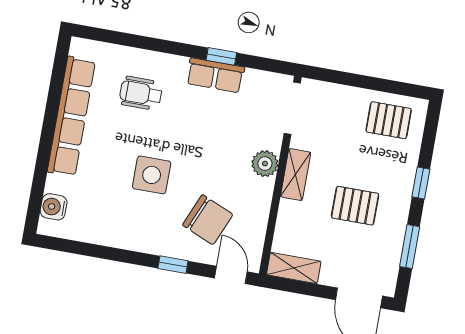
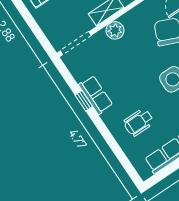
wheelchair: (141, 93) -> (139, 122), turned 90

